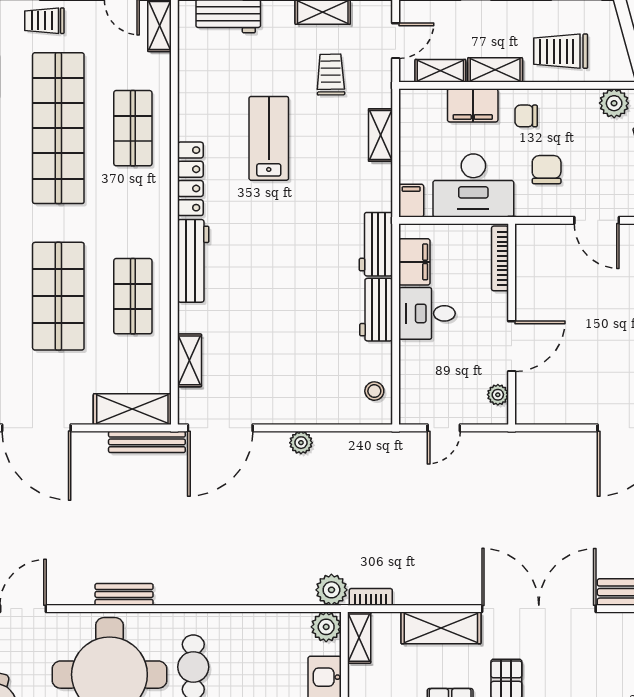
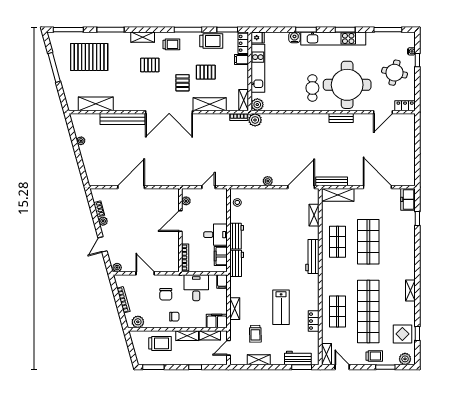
filing cabinet: (473, 105) -> (217, 321), moved
locker: (190, 179) -> (314, 321), moved, width x0.66
desk: (473, 185) -> (196, 288), width x0.73

